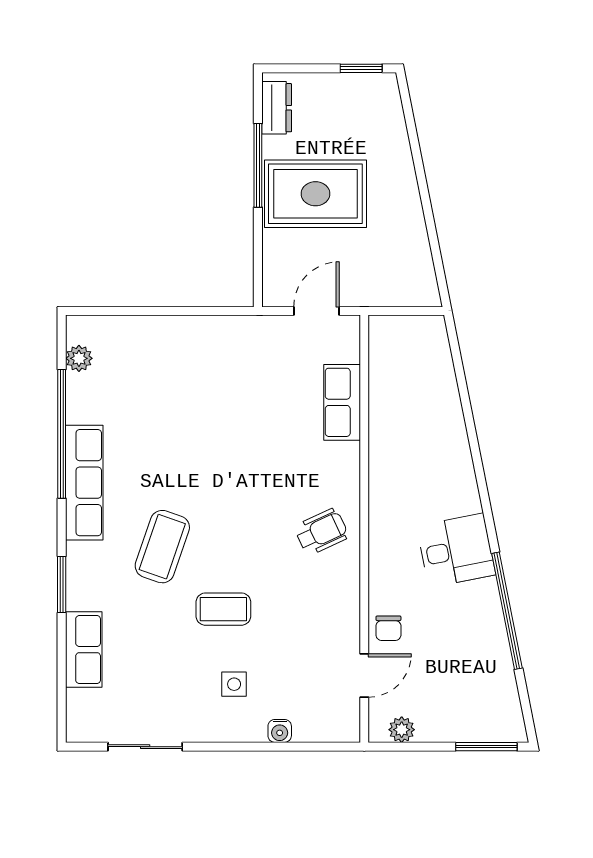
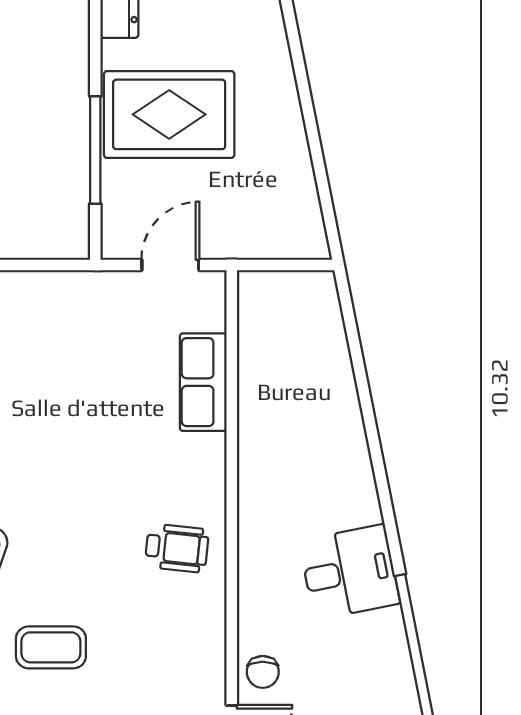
window: (258, 165) -> (95, 150), moved
wheelchair: (322, 532) -> (177, 548), turned 31

